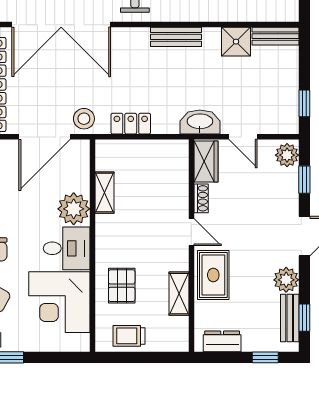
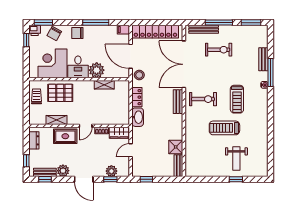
bench: (176, 37) -> (178, 102), moved
washbasin: (200, 122) -> (138, 117), moved
plant: (287, 155) -> (111, 171), moved
pallet: (122, 286) -> (60, 93), width x1.50, depth x1.42

